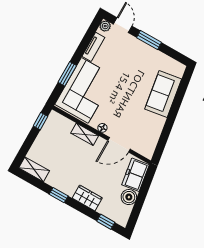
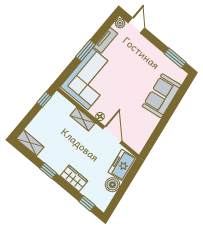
window: (149, 40) -> (175, 58), moved
window: (67, 74) -> (86, 51), moved
door: (119, 145) -> (112, 135), swing flipped

